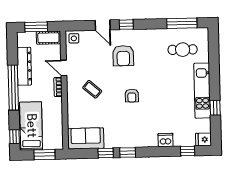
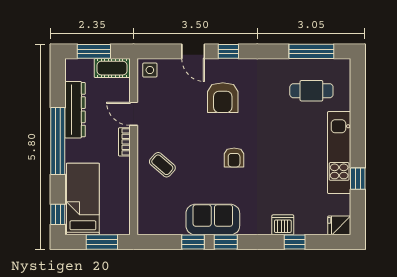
coffee table: (92, 89) -> (162, 165), moved
sofa: (86, 138) -> (213, 220), moved
window: (188, 151) -> (295, 242), moved

